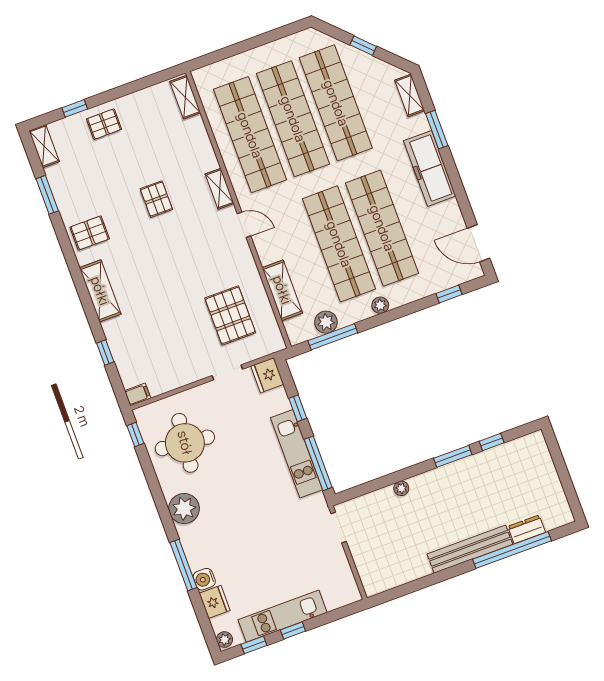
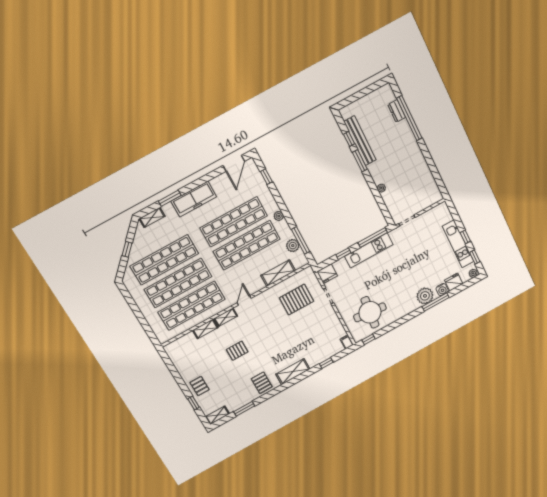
shelving: (185, 97) -> (205, 329), moved
plant: (184, 509) -> (425, 296), moved
bench: (470, 549) -> (360, 141), moved

